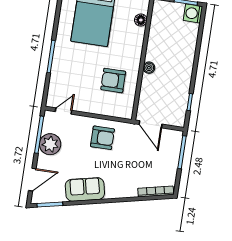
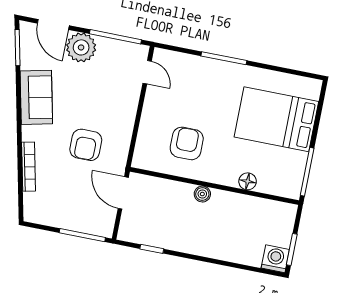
floor lamp: (141, 20) -> (248, 181), moved
door: (151, 124) -> (123, 193), hinge flipped
armchair: (102, 138) -> (86, 145), moved
plant: (50, 144) -> (81, 47), moved
bookcase: (156, 191) -> (29, 167), moved

